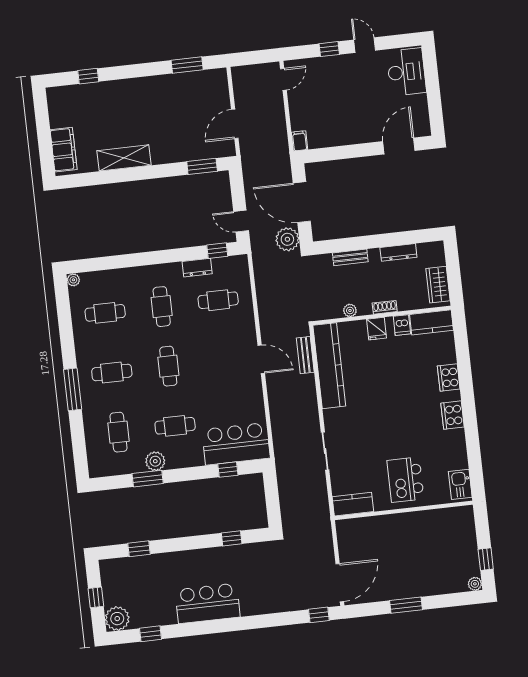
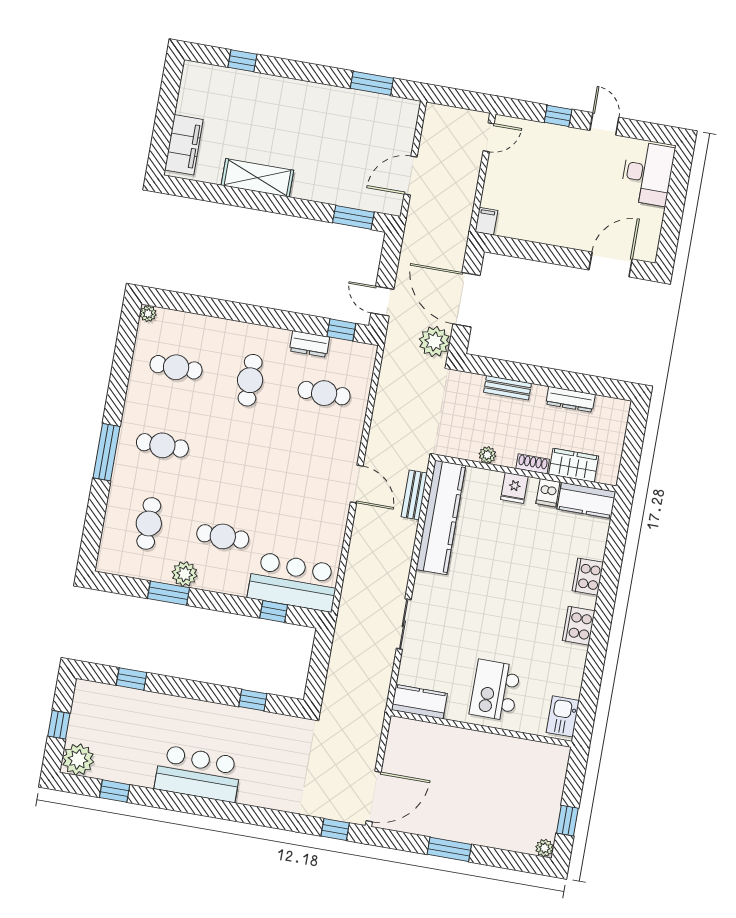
wardrobe: (438, 285) -> (574, 465), moved, turned 90
cafe table: (168, 366) -> (236, 458), removed

